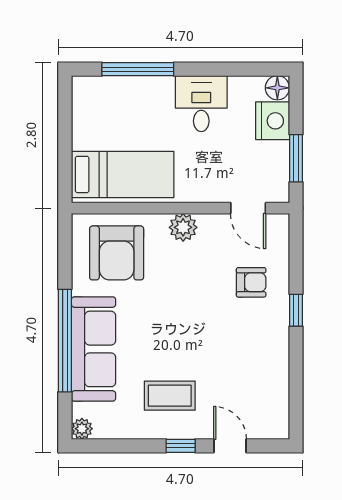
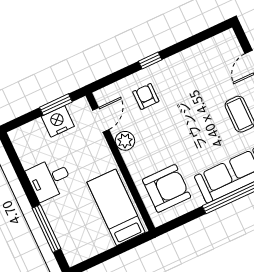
floor lamp: (277, 88) -> (18, 136), removed
nightstand: (273, 121) -> (58, 121), moved
plant: (183, 227) -> (125, 141), moved

